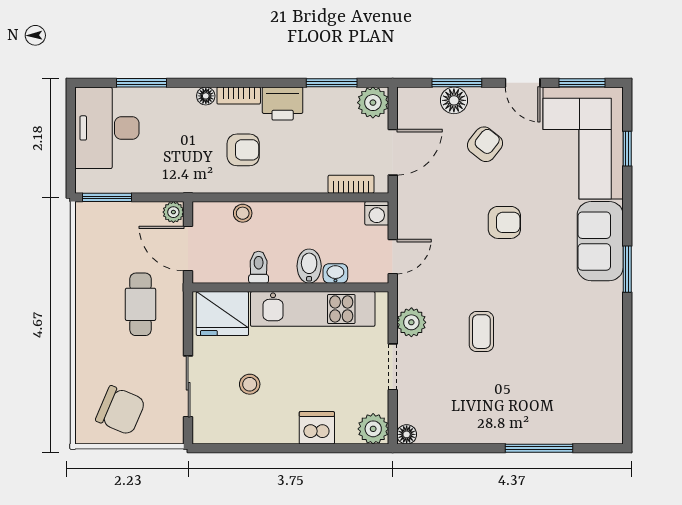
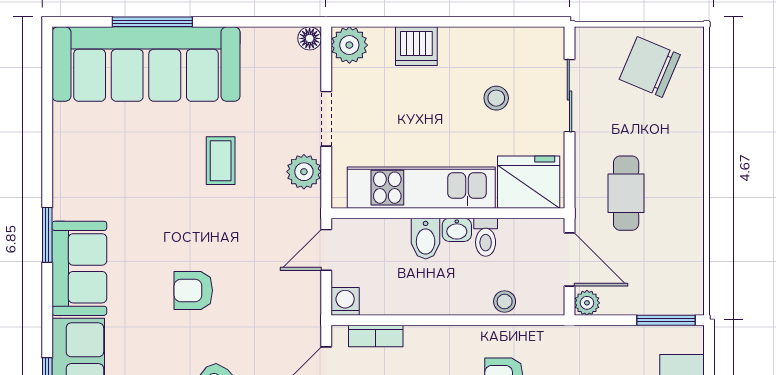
washbasin: (335, 273) -> (457, 230), moved
sofa: (544, 413) -> (146, 64), added

